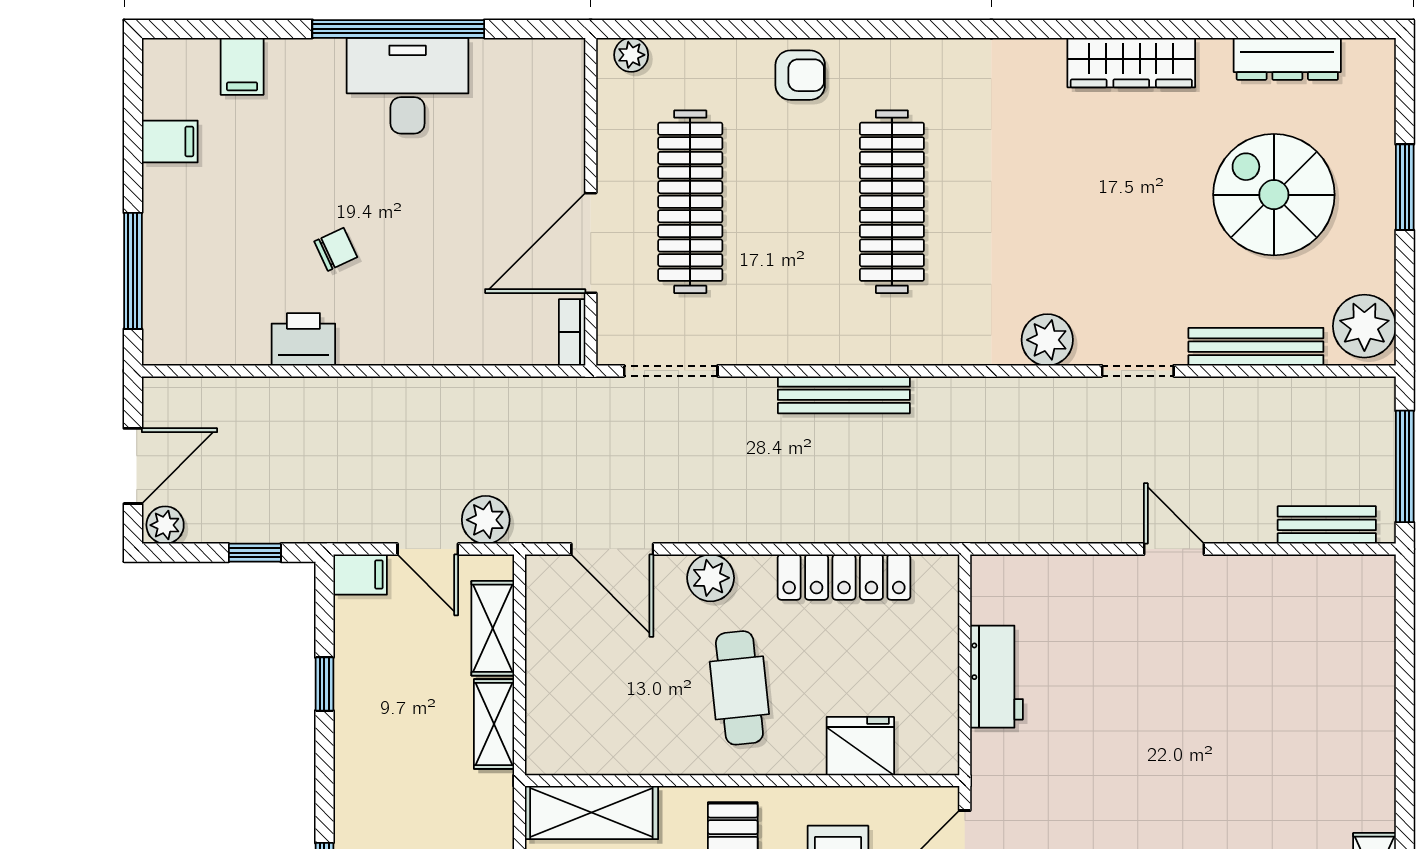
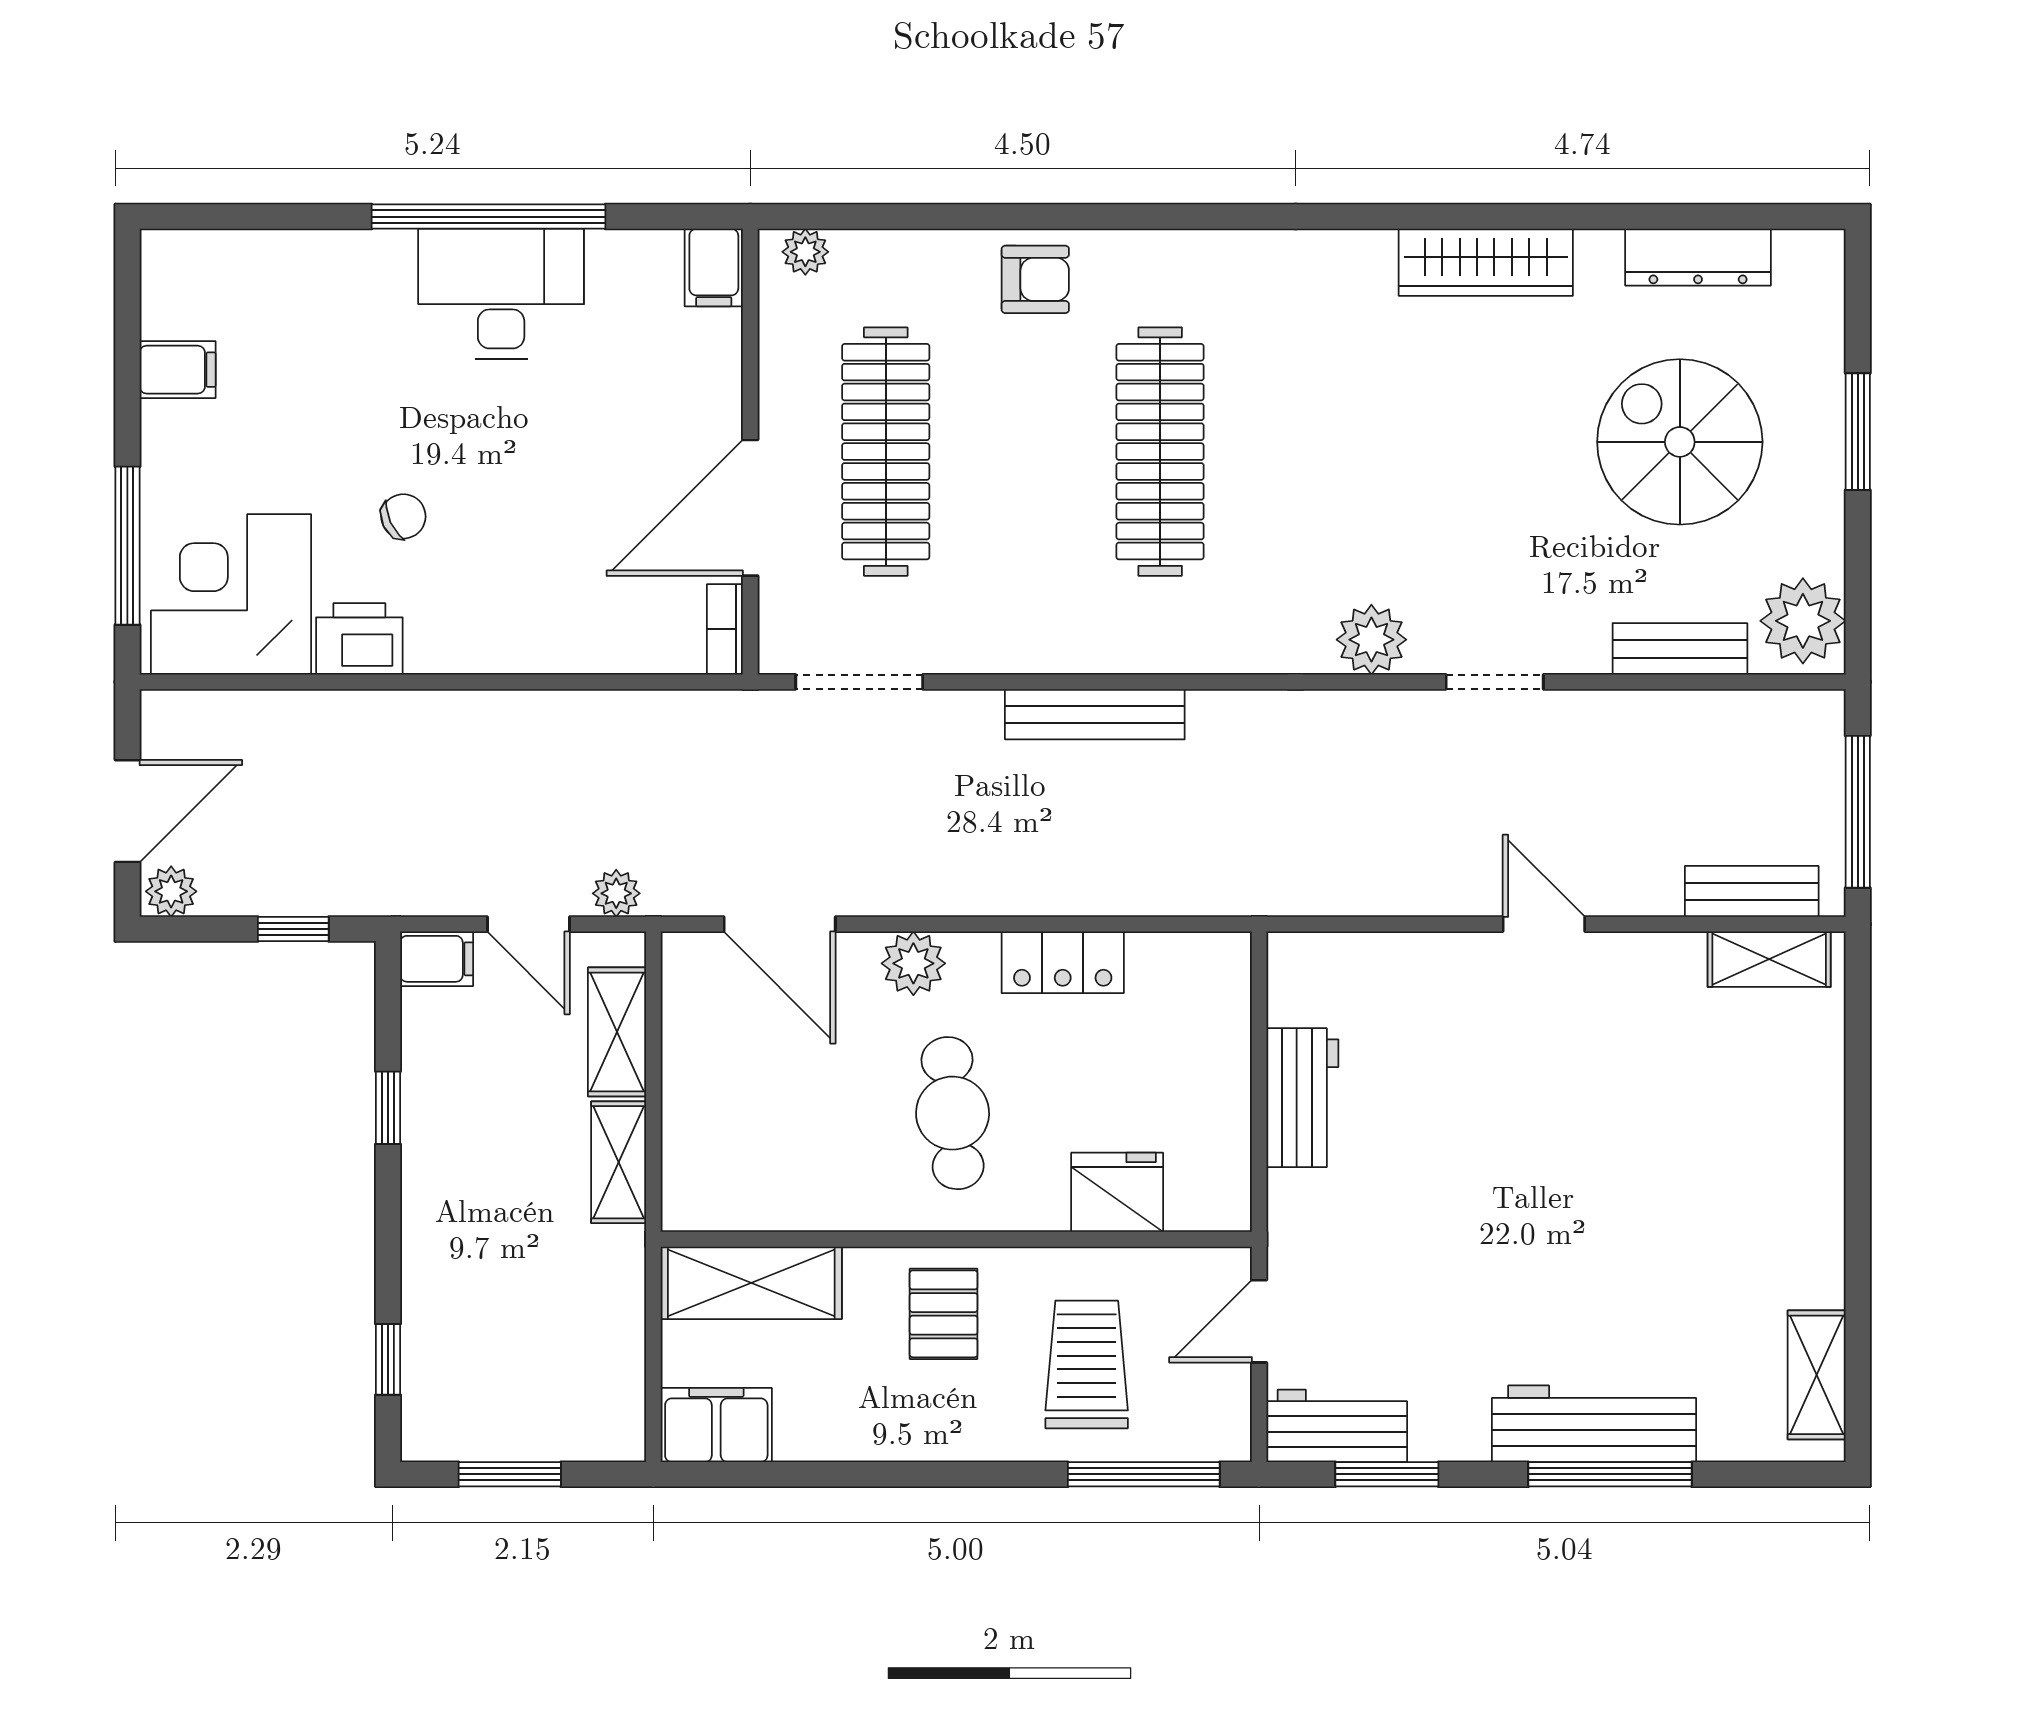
filing cabinet: (242, 66) -> (714, 268), moved
corner desk: (209, 307) -> (231, 594), added
bench: (1256, 347) -> (1680, 649), width x0.73
plant: (486, 520) -> (616, 893), width x0.73, depth x0.73
shelving: (1340, 575) -> (1769, 959), added
locker: (844, 577) -> (1063, 962), width x0.66

